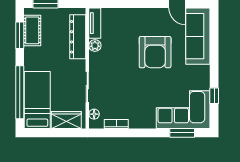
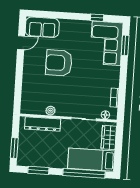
tv unit: (95, 23) -> (32, 110), removed
cot: (32, 30) -> (35, 160), removed
sofa: (198, 36) -> (42, 27), width x0.73
armchair: (155, 52) -> (59, 63), turned 180

